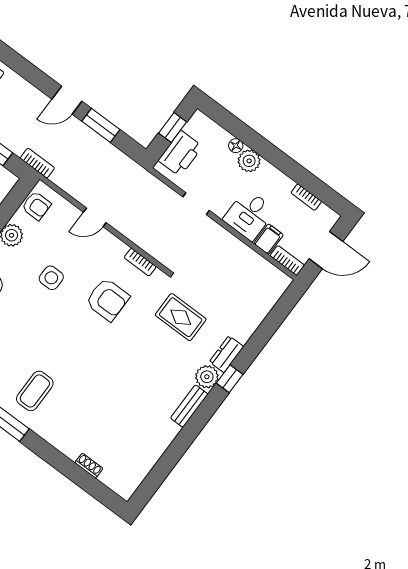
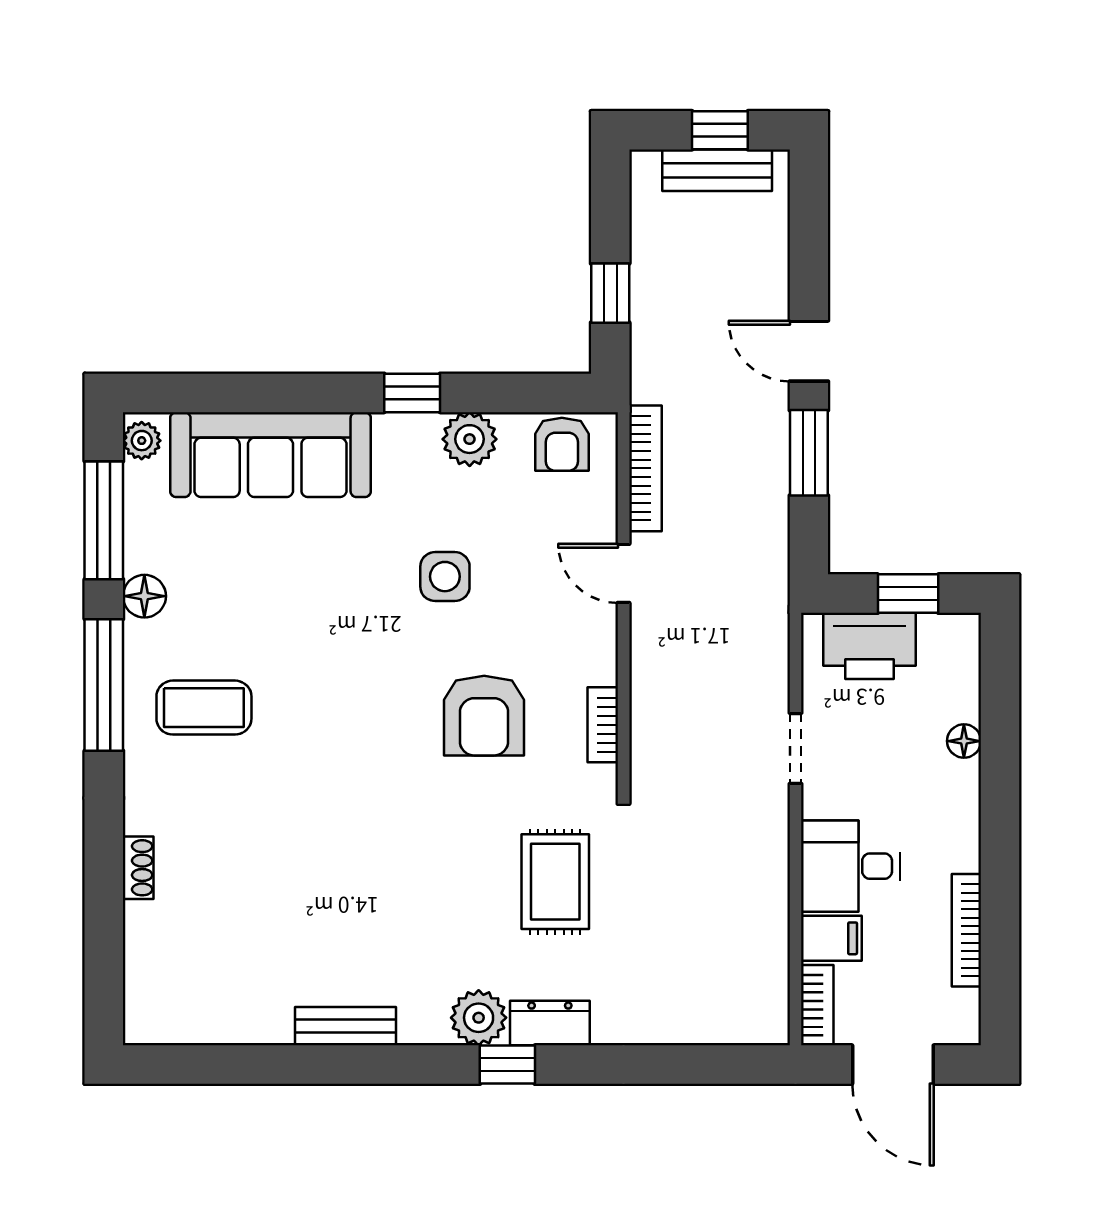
plant: (249, 161) -> (954, 789), removed
bookcase: (37, 163) -> (645, 468), moved, width x1.56
bookcase: (306, 197) -> (966, 930), width x1.56
bench: (189, 406) -> (345, 1026), moved
shoe rack: (89, 466) -> (138, 868), moved

